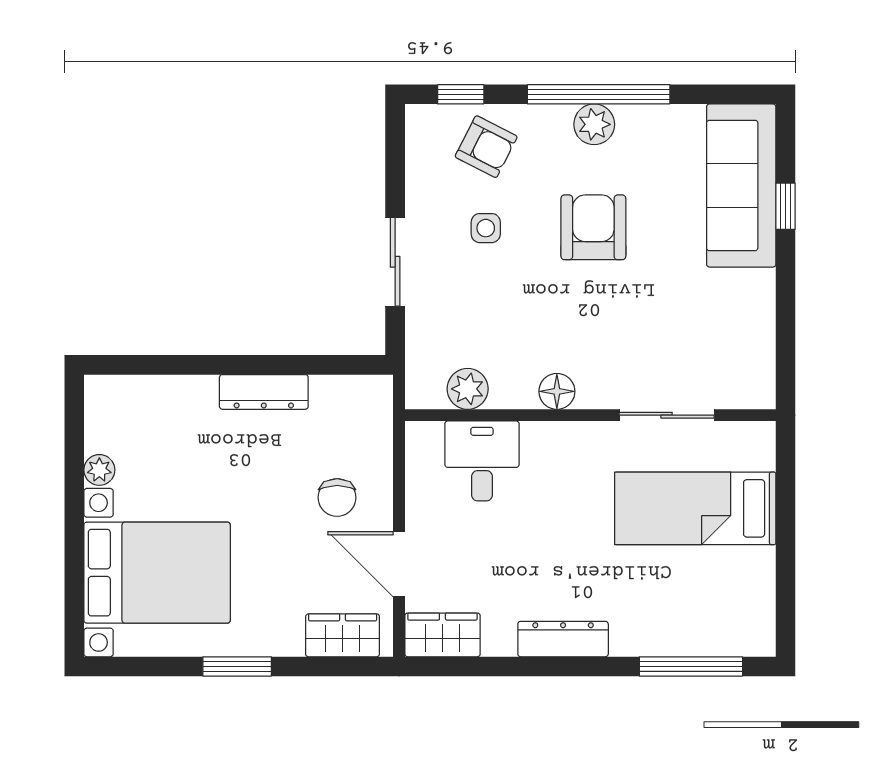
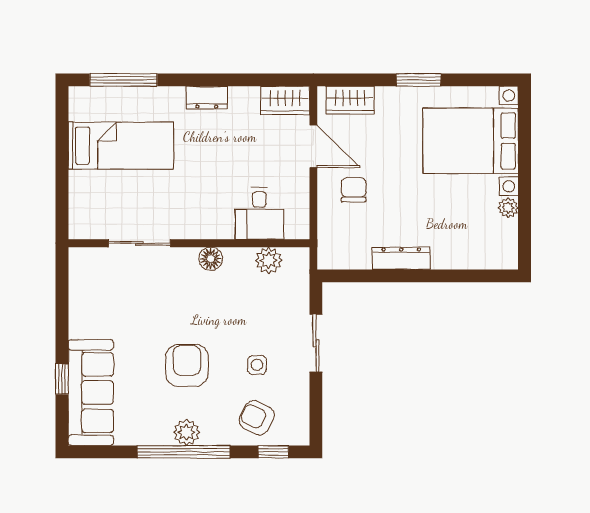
armchair: (593, 227) -> (187, 365), turned 180
bed: (695, 508) -> (121, 146), moved
dresser: (563, 639) -> (207, 98), width x0.70

